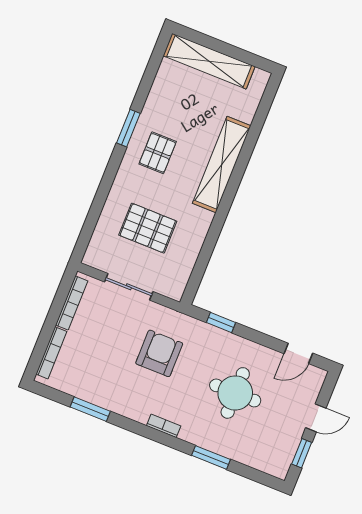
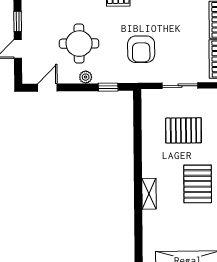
pallet: (158, 153) -> (198, 184), width x1.50, depth x1.42
shelving: (222, 164) -> (149, 194), width x0.45, depth x0.75
plant: (244, 347) -> (86, 77), added

